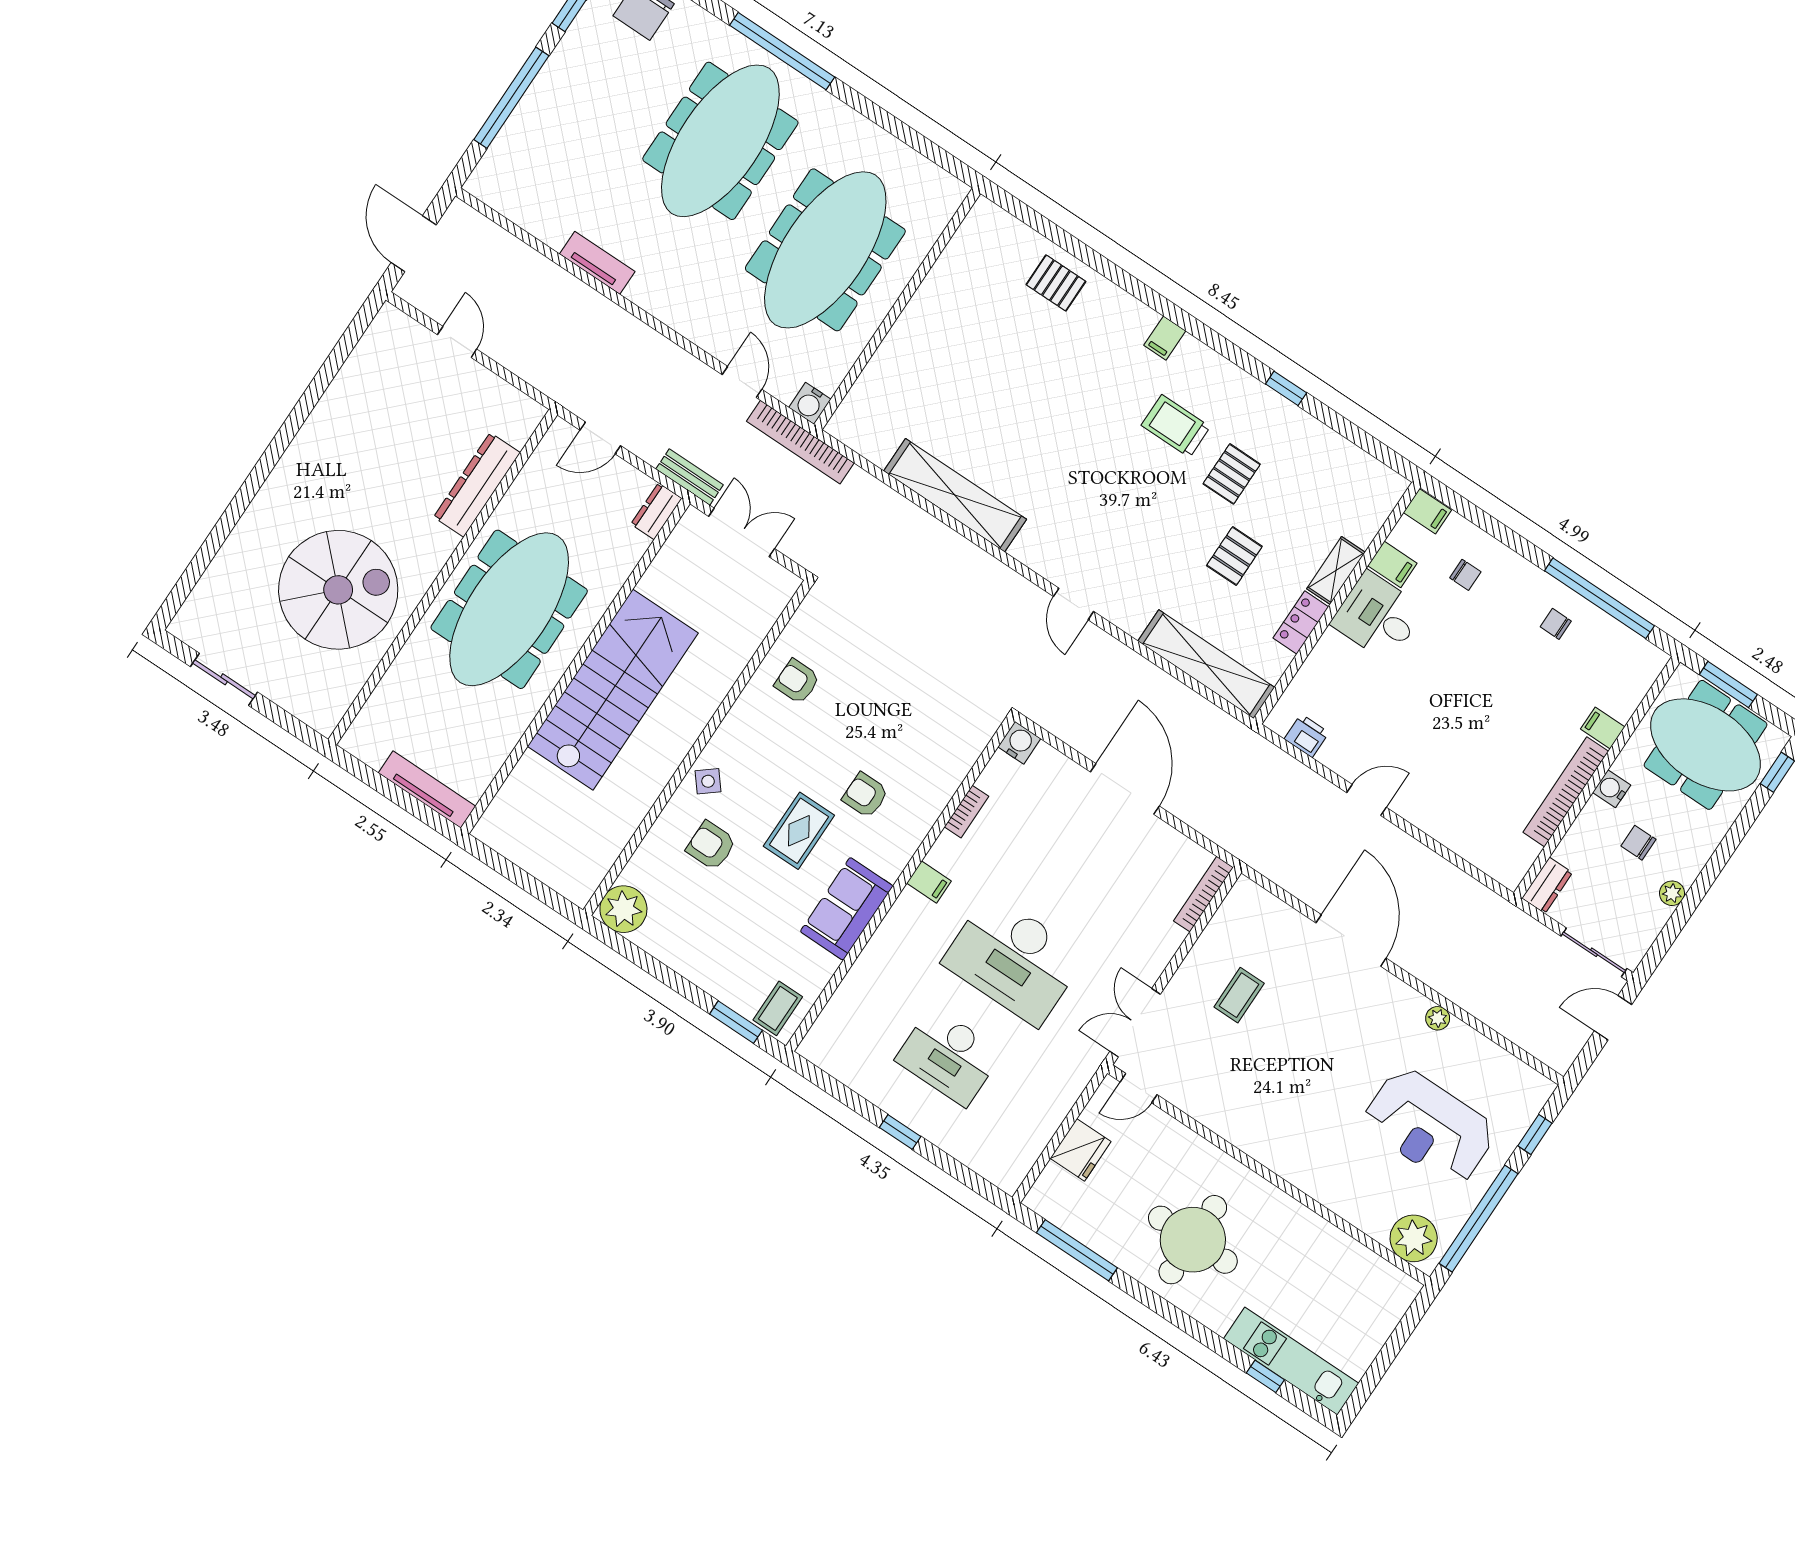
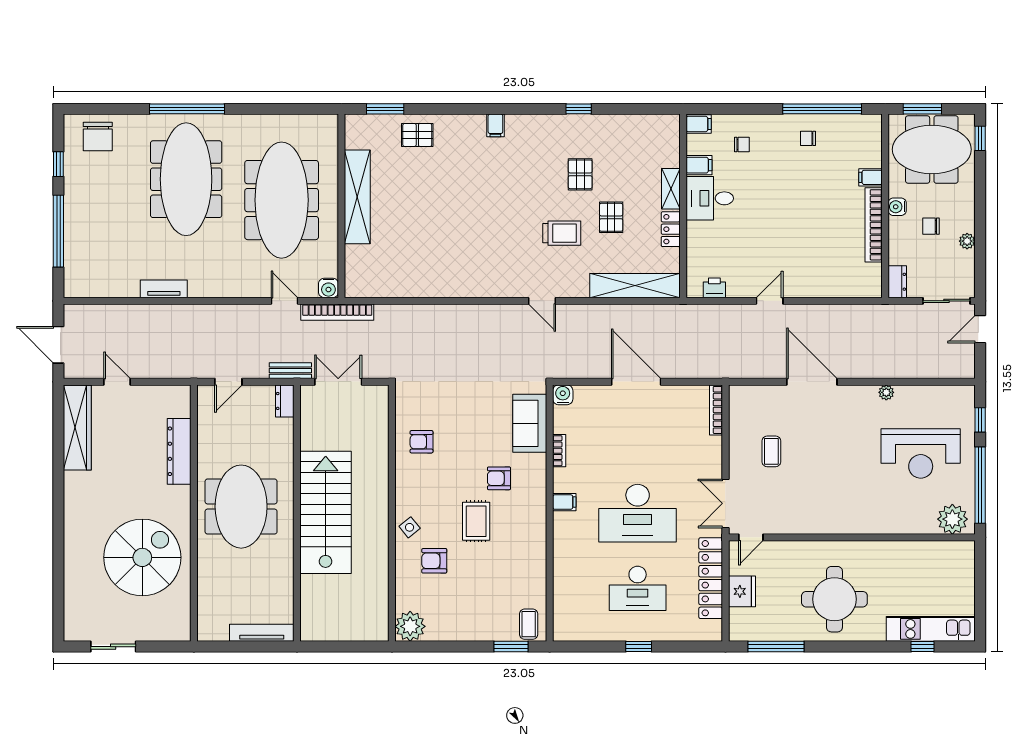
window: (1037, 222) -> (385, 109), added
wardrobe: (366, 367) -> (77, 428), added
trolley: (1176, 426) -> (562, 233), moved, turned 180
shelving: (955, 495) -> (357, 197), moved, turned 90
meeting table: (509, 609) -> (241, 507), width x0.73
sofa: (847, 909) -> (530, 423), moved
locker: (1052, 1106) -> (711, 578), added

